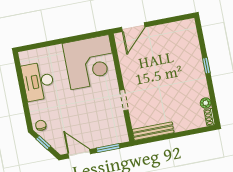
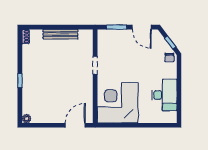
plant: (206, 103) -> (27, 119), moved
bench: (153, 131) -> (60, 34), moved

